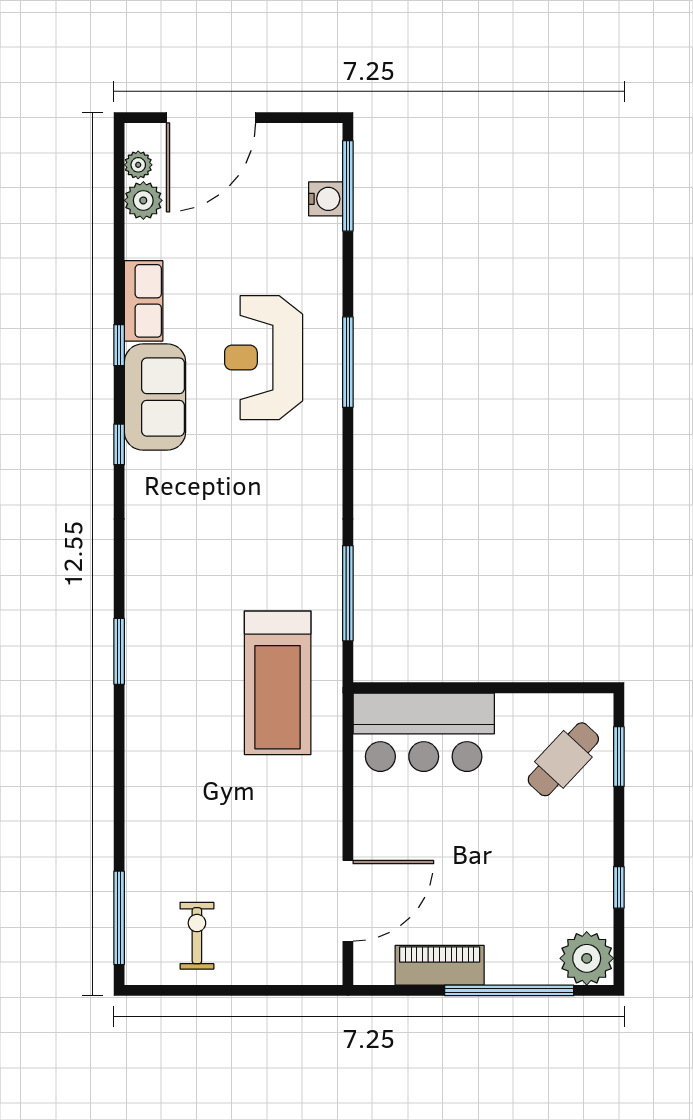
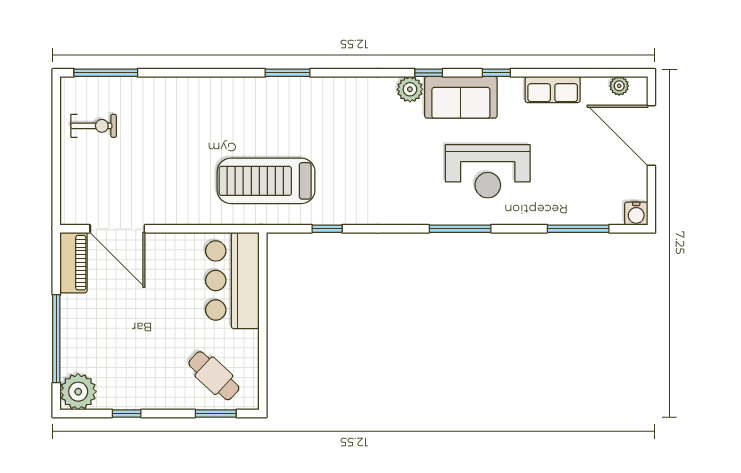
window: (348, 186) -> (578, 229), moved
water cooler: (326, 199) -> (636, 214), moved
plant: (143, 200) -> (410, 89), moved
row of seats: (144, 301) -> (553, 89), moved
reception desk: (264, 358) -> (488, 171), turned 180
window: (348, 362) -> (460, 229), moved
window: (348, 593) -> (327, 229), width x0.46
piano: (440, 965) -> (73, 263), moved

